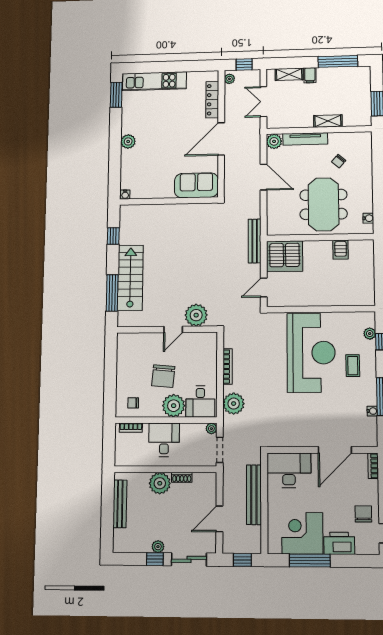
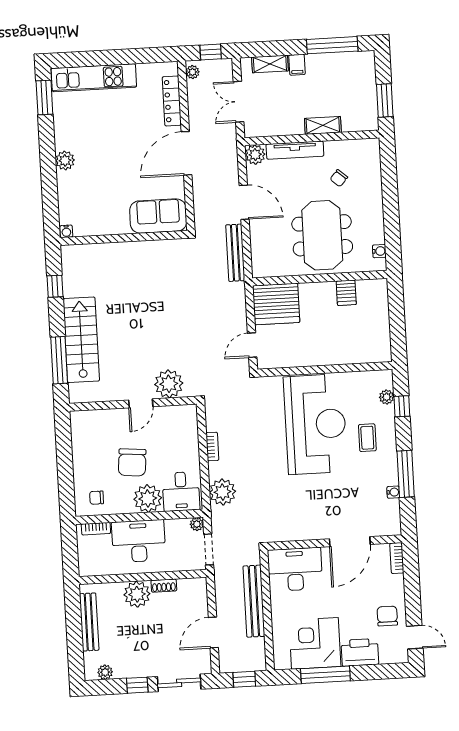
bench: (255, 241) -> (235, 253), moved
bookcase: (228, 367) -> (212, 447), width x0.64
desk: (164, 440) -> (139, 541), width x1.37
plant: (158, 547) -> (105, 672), moved

